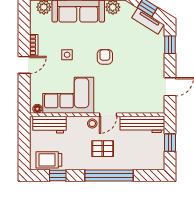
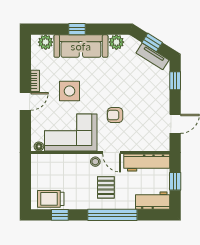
side table: (67, 55) -> (69, 91), width x1.87, depth x1.87
armchair: (105, 57) -> (115, 115), moved, turned -90
door: (108, 115) -> (112, 153), hinge flipped
workbench: (49, 125) -> (153, 201), moved, turned 180
pallet: (103, 149) -> (106, 187), turned 90

